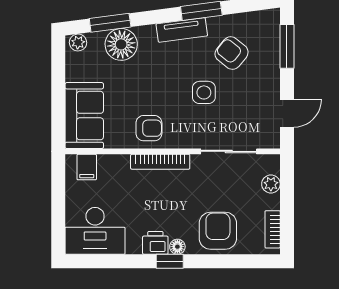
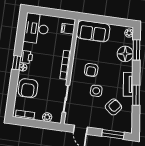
armchair: (149, 128) -> (91, 70), moved
armchair: (218, 231) -> (28, 88), turned 90

